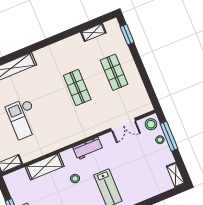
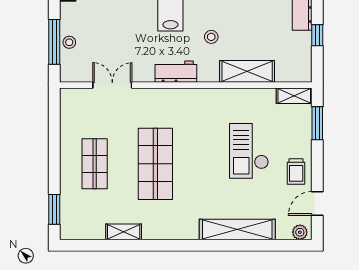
shelving: (93, 32) -> (124, 232), moved
shop shelf: (77, 87) -> (155, 164), width x1.43, depth x1.36
checkout: (24, 119) -> (249, 151), turned 180
stool: (151, 124) -> (73, 69), removed

